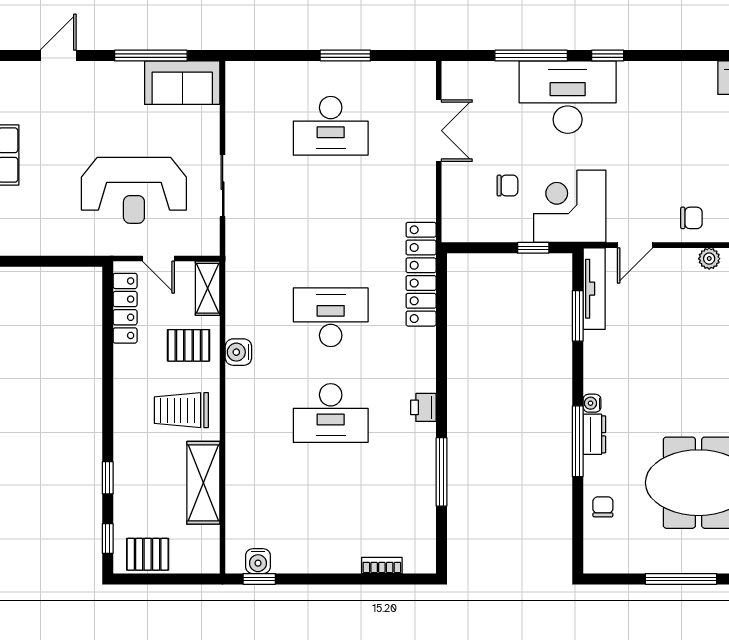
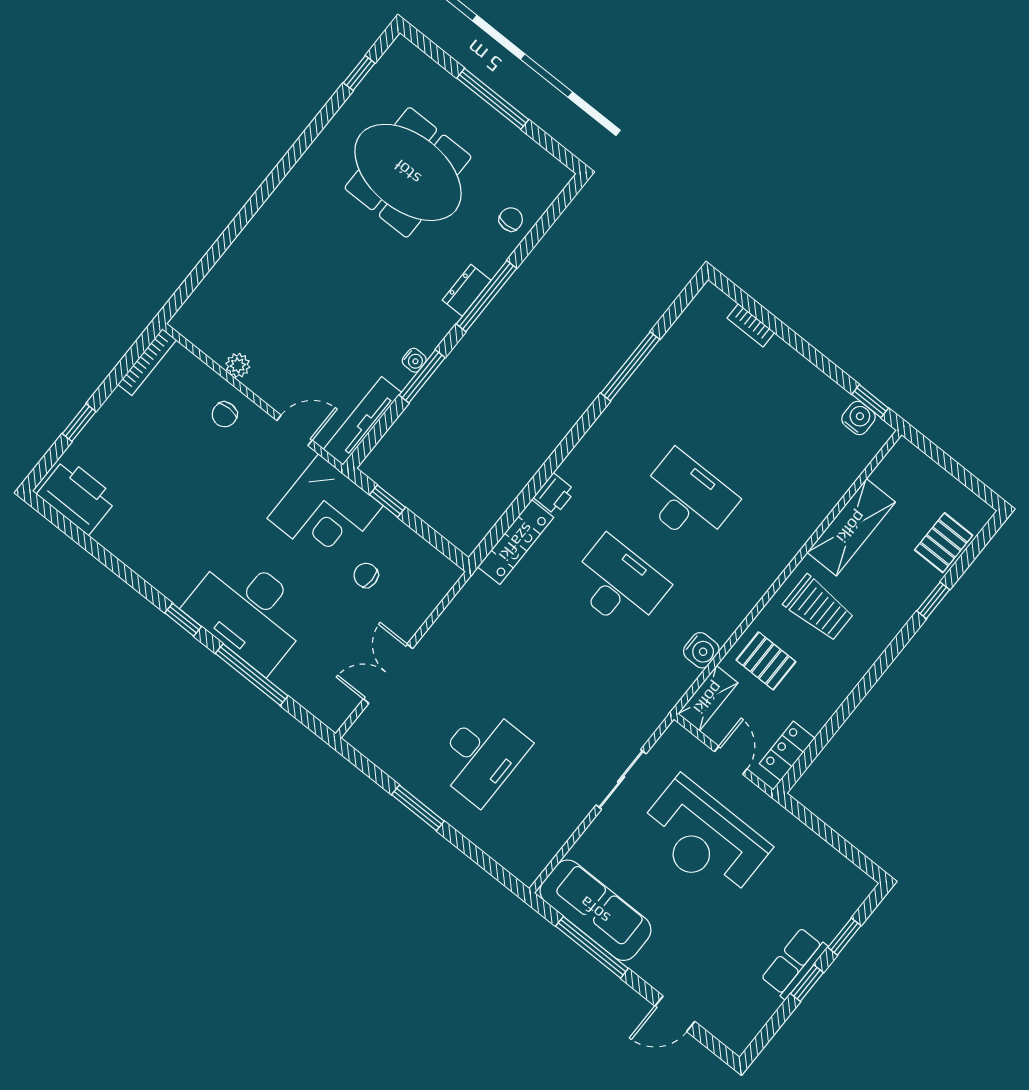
sofa: (182, 83) -> (595, 910), width x1.36
desk: (331, 126) -> (481, 756), turned 90
reception desk: (134, 190) -> (704, 839), turned 180
chair: (691, 218) -> (225, 414), turned -90
locker: (421, 274) -> (516, 542), width x0.71, depth x0.83
locker: (125, 308) -> (787, 751), width x0.66
window: (578, 316) -> (422, 376), moved
desk: (331, 317) -> (619, 584), turned 180
water cooler: (238, 352) -> (701, 650), moved
water cooler: (592, 403) -> (414, 360), moved
printer: (423, 407) -> (554, 494), moved
chair: (603, 507) -> (511, 219), turned 180
window: (108, 538) -> (977, 546), removed
pallet: (148, 554) -> (944, 543), moved, turned 90

